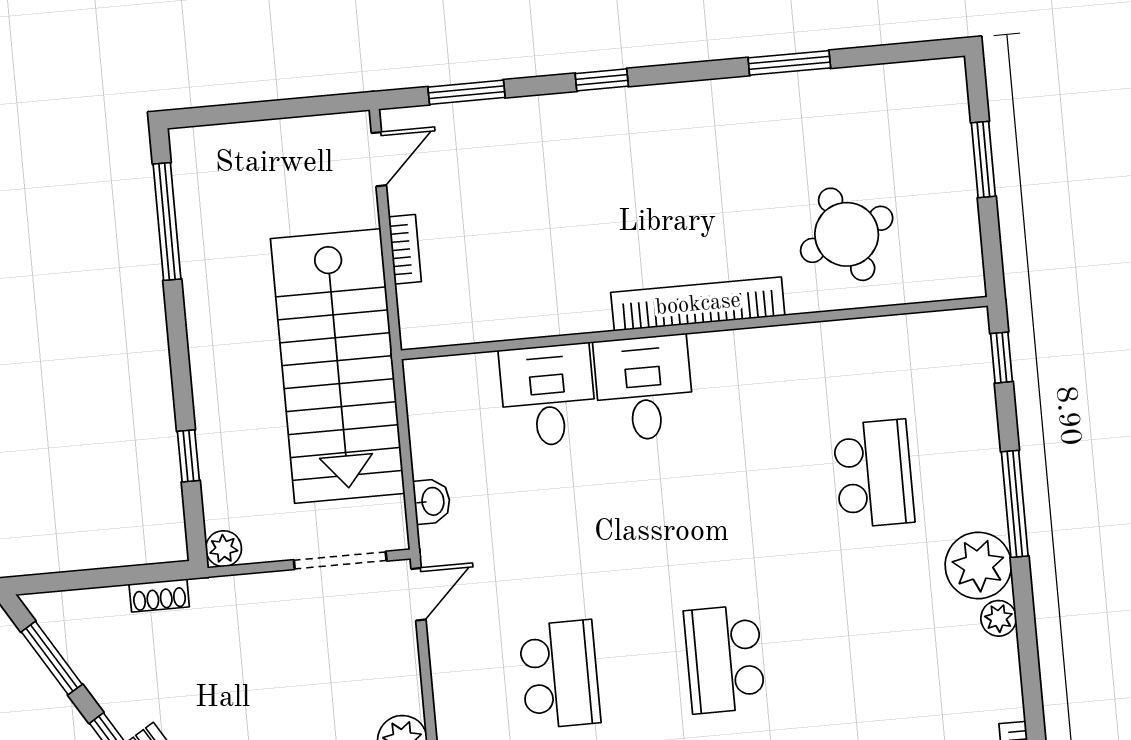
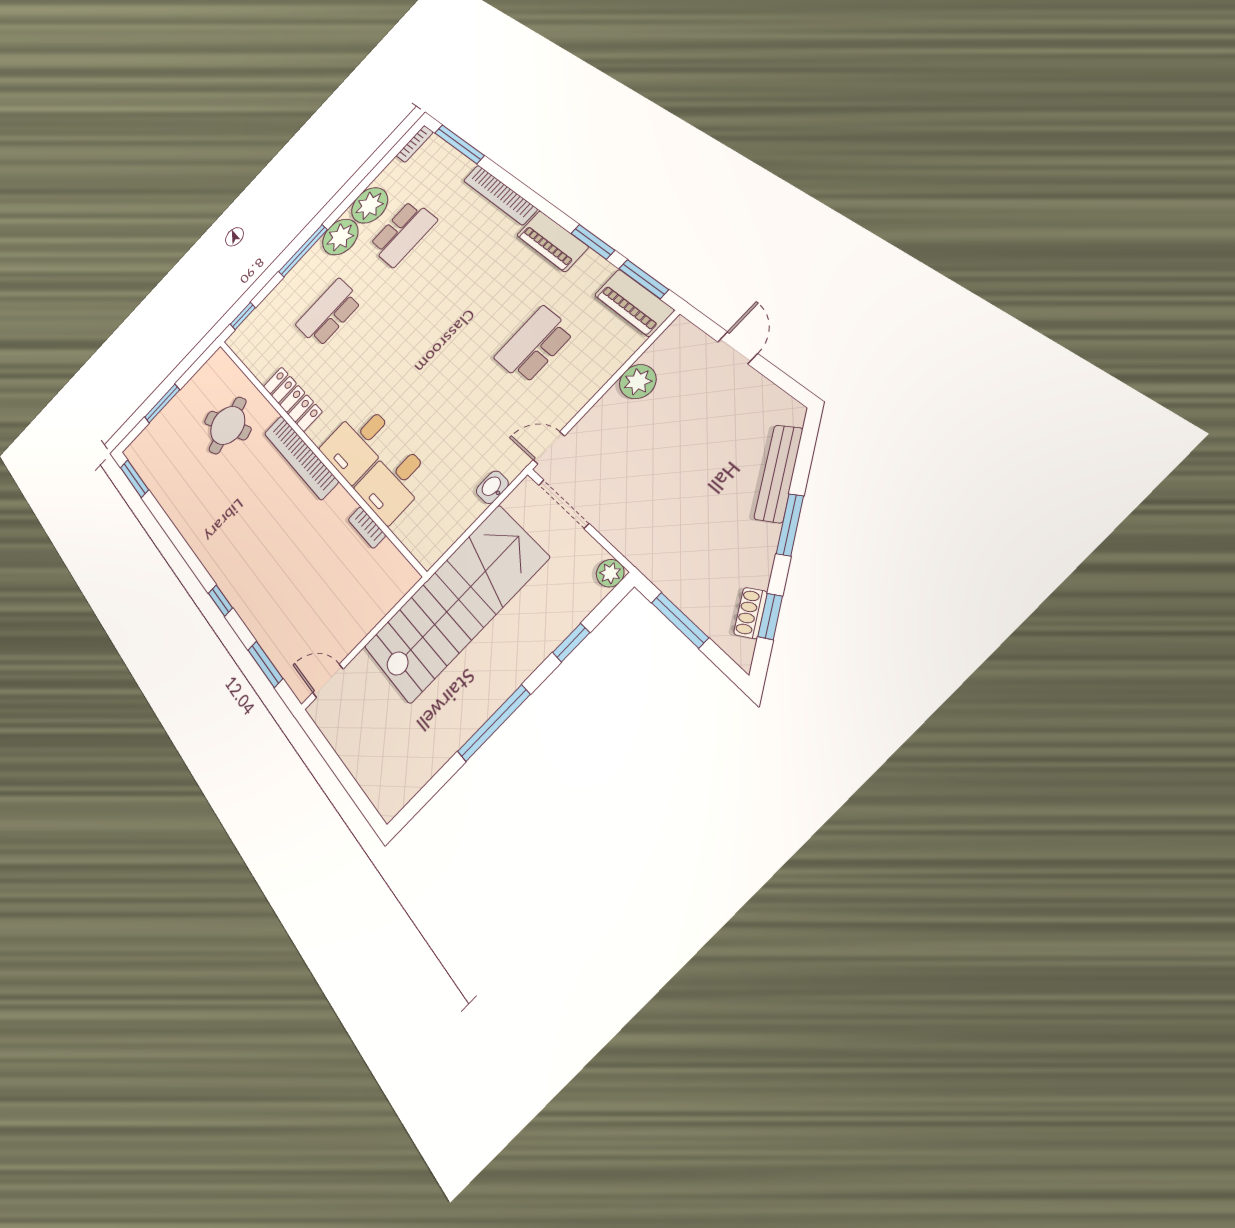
window: (789, 63) -> (134, 479), moved
window: (167, 221) -> (494, 723), moved
bookcase: (405, 249) -> (367, 527), moved, turned -90
locker: (794, 345) -> (292, 399), added
window: (119, 576) -> (680, 620), added
shoe rack: (159, 595) -> (751, 613), moved, turned -121
plant: (999, 618) -> (370, 205), width x1.88, depth x1.88
window: (52, 658) -> (770, 616), width x0.67
school desk: (724, 659) -> (403, 233), moved

